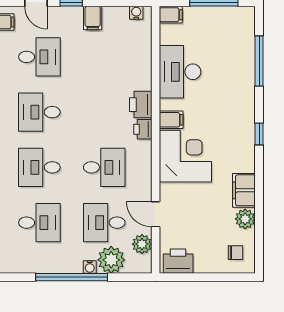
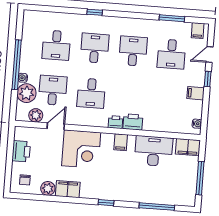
filing cabinet: (171, 15) -> (188, 147), width x2.00
corner desk: (185, 156) -> (81, 149), moved
printer: (178, 261) -> (21, 151), moved

